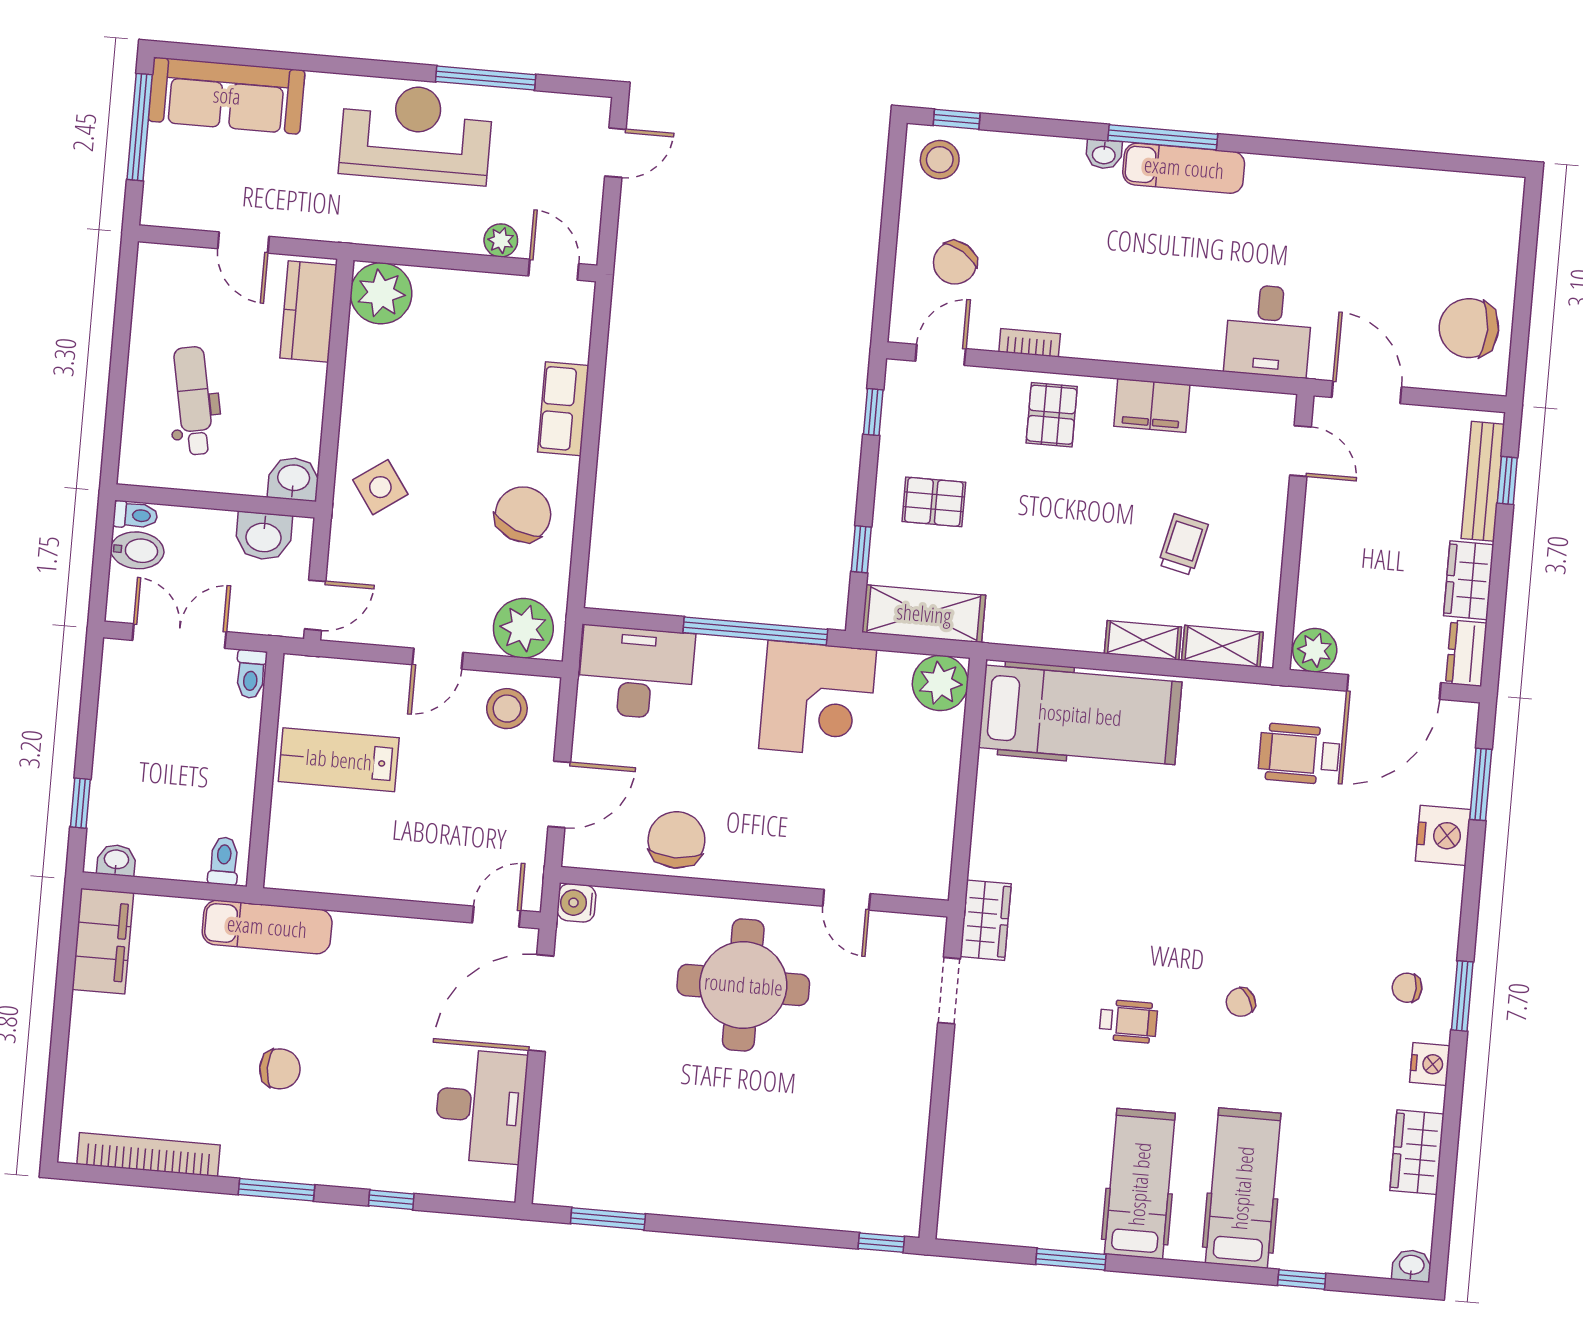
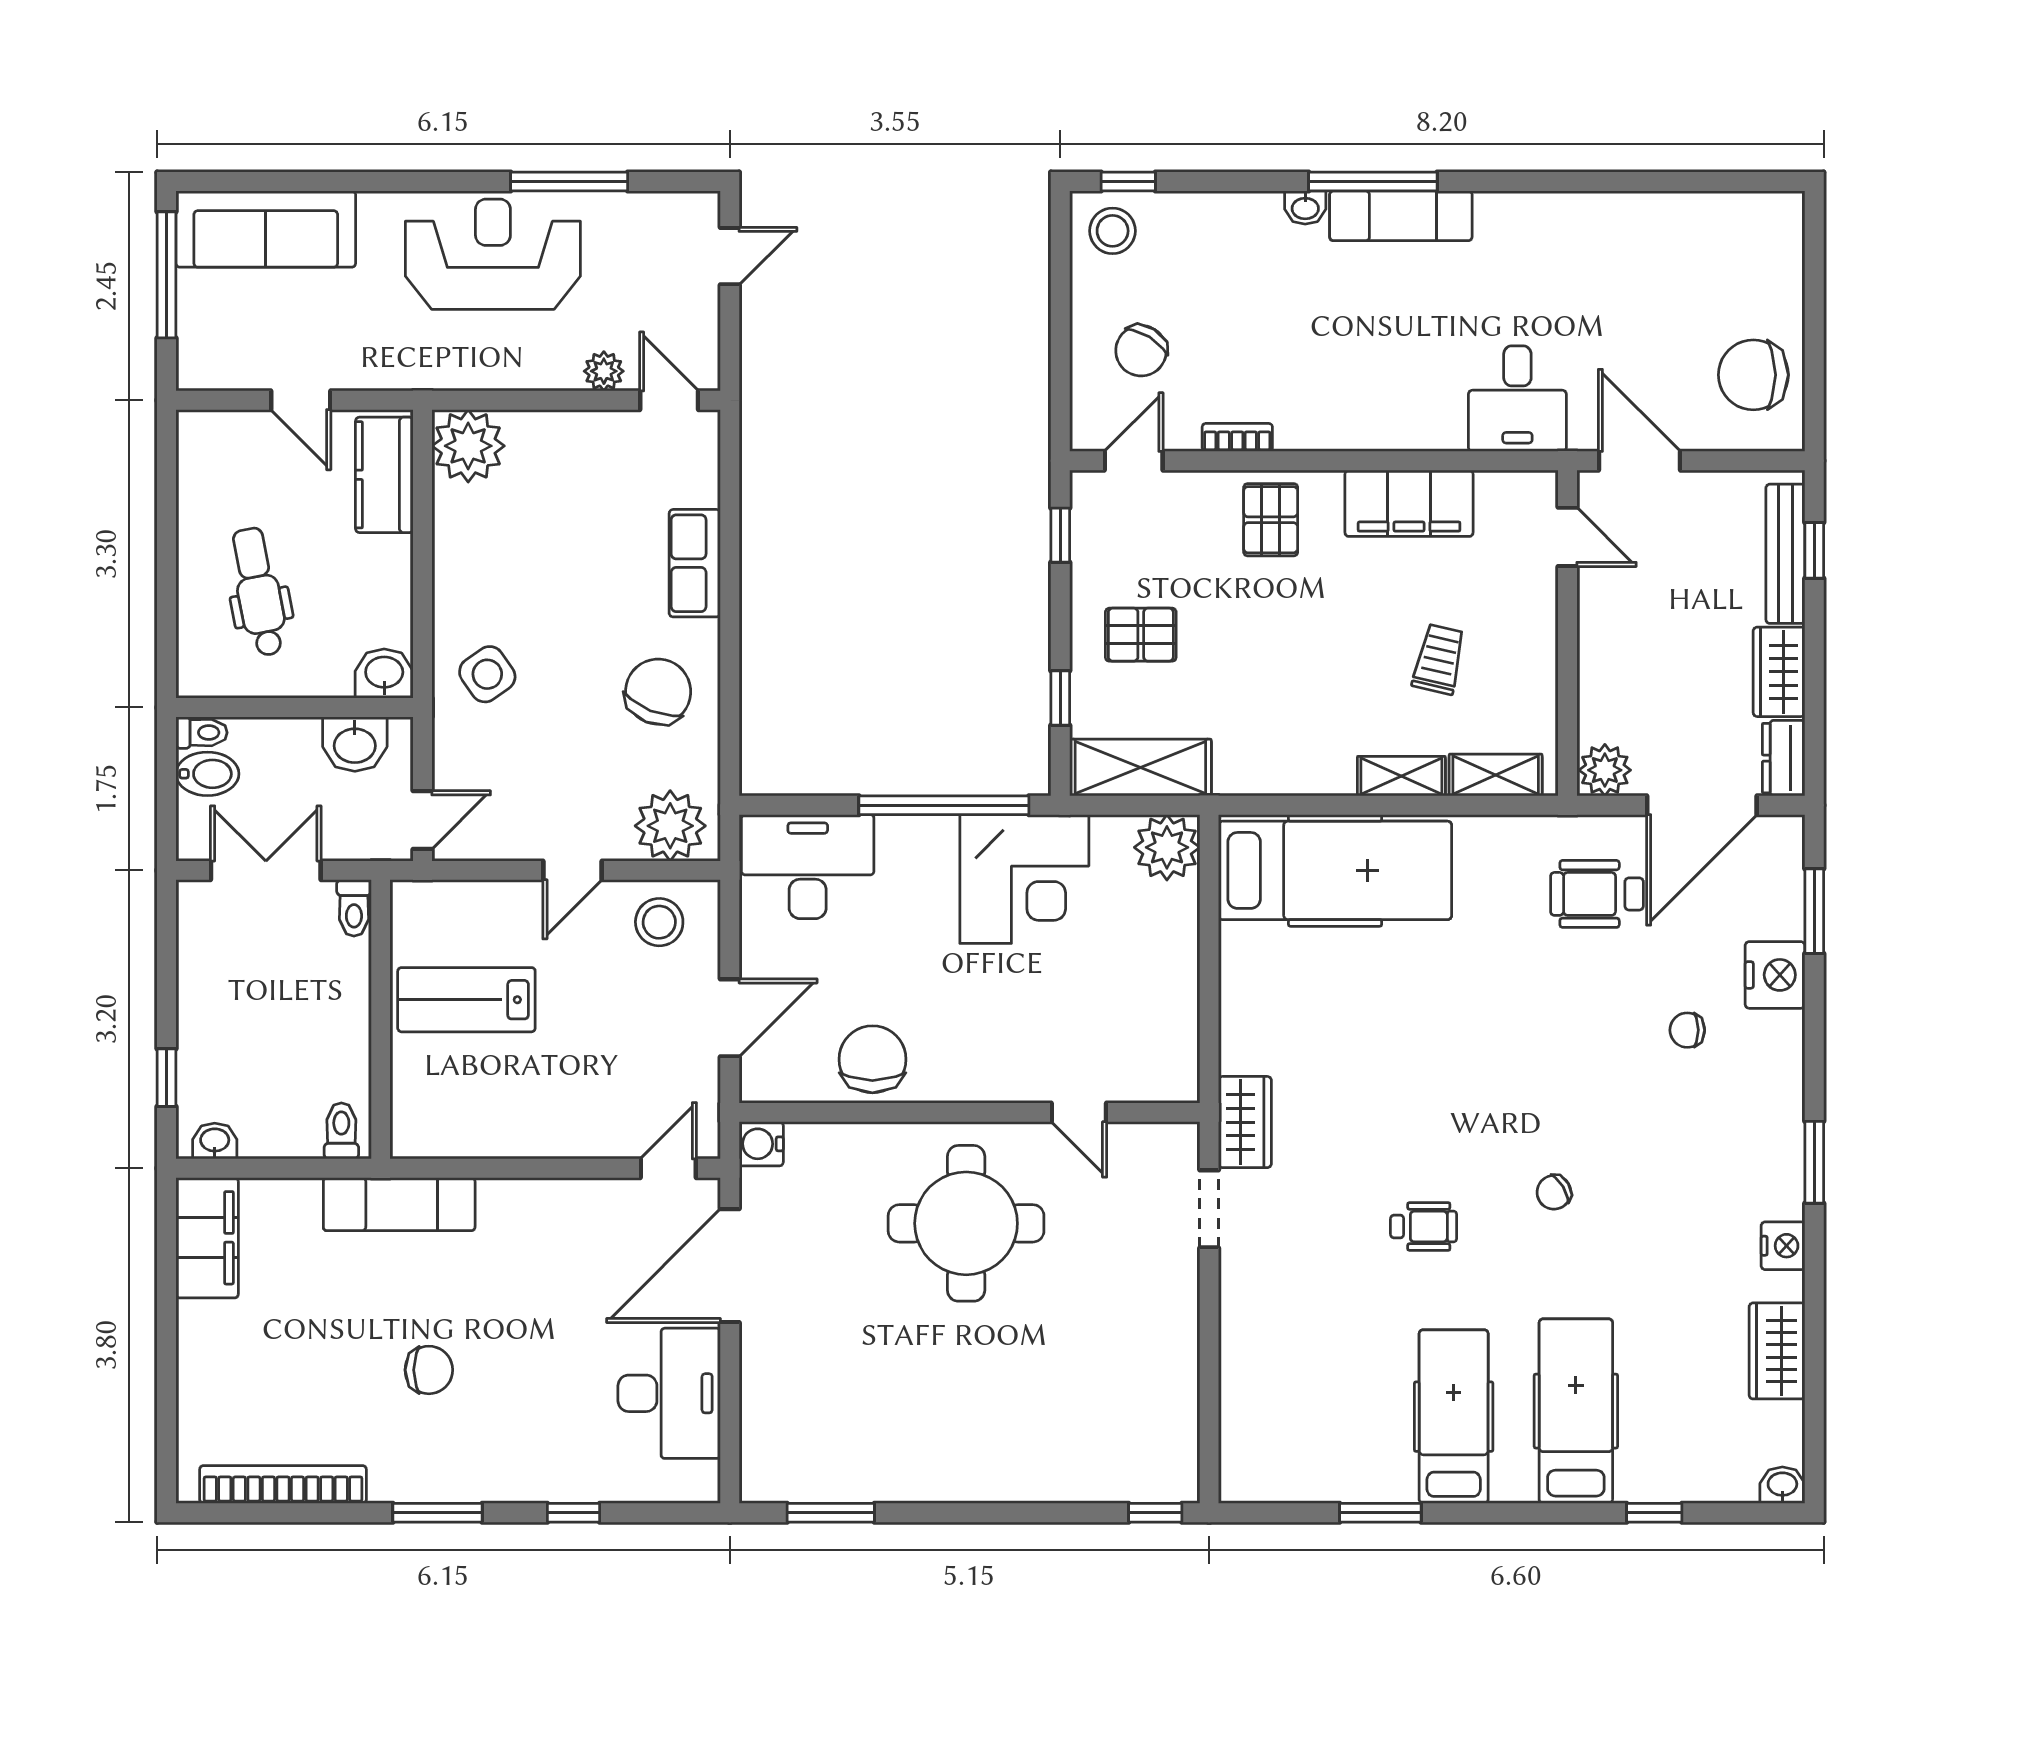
filing cabinet: (1152, 405) -> (1409, 503), width x1.50, depth x1.17
chair: (1407, 988) -> (1687, 1030), moved

